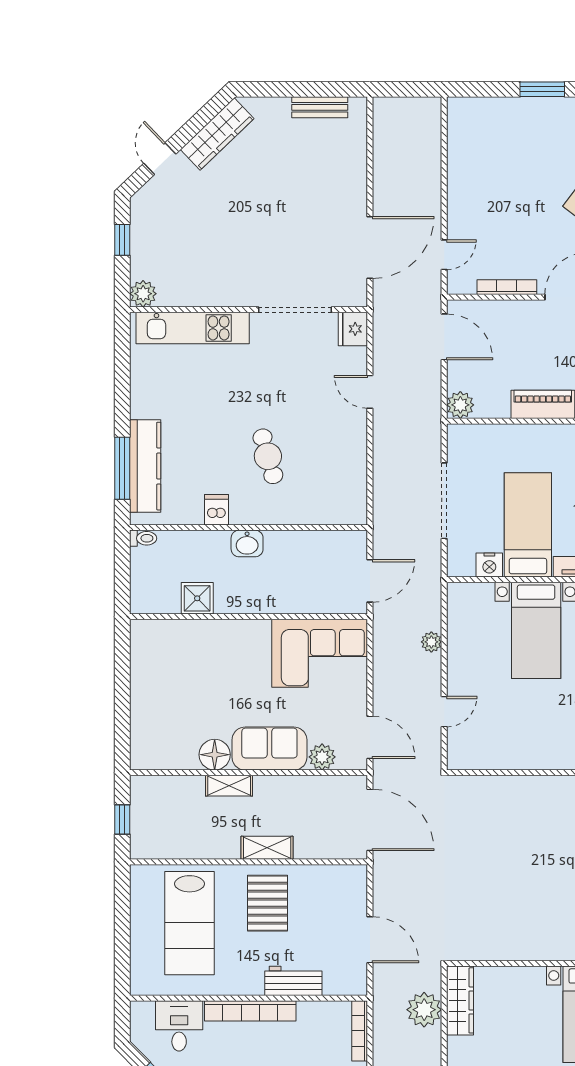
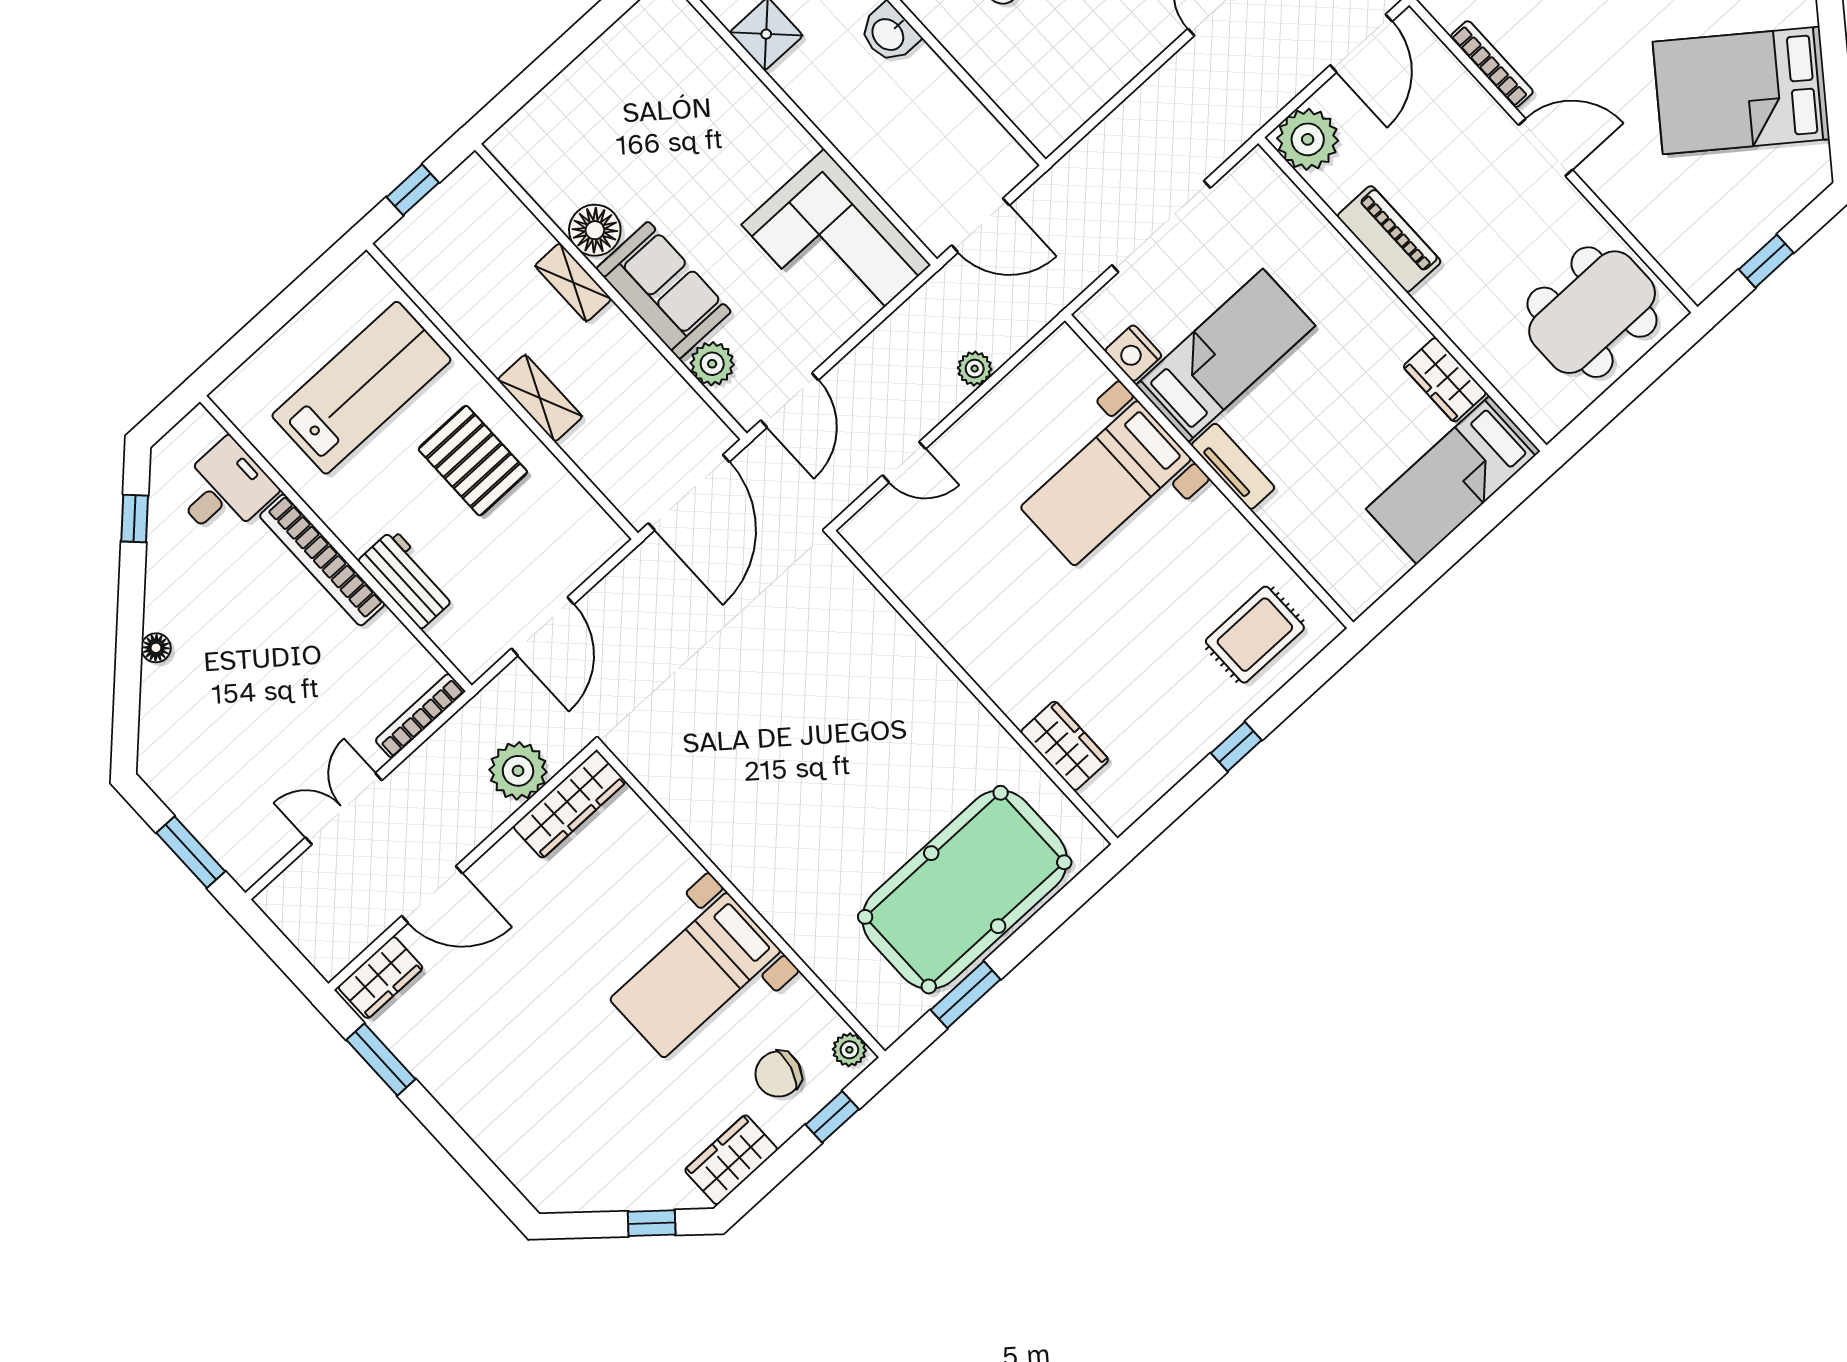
plant: (460, 405) -> (1308, 139), width x1.36, depth x1.36
pallet: (268, 903) -> (473, 461), turned 90
lab bench: (190, 923) -> (361, 388), turned 180

